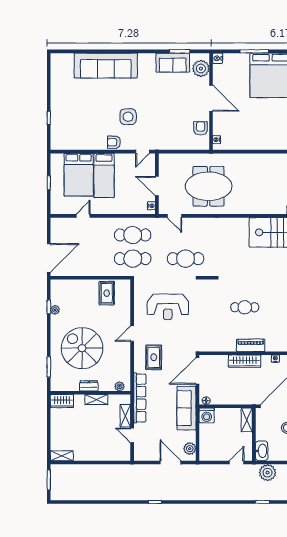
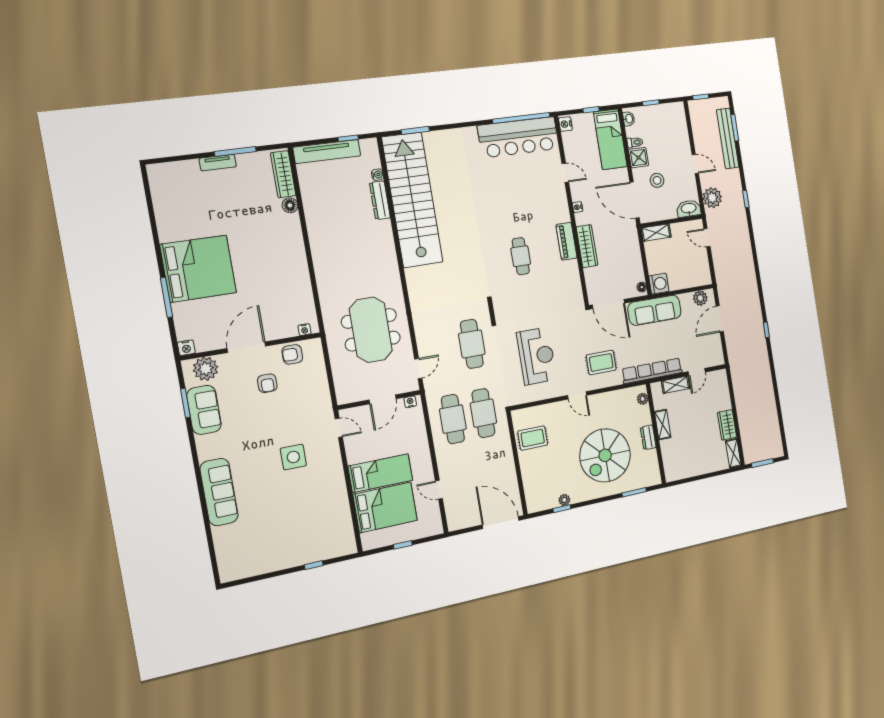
sofa: (106, 66) -> (219, 492), width x0.74, depth x0.79
armchair: (114, 142) -> (267, 383), moved
wardrobe: (62, 401) -> (727, 425), moved, turned 180

